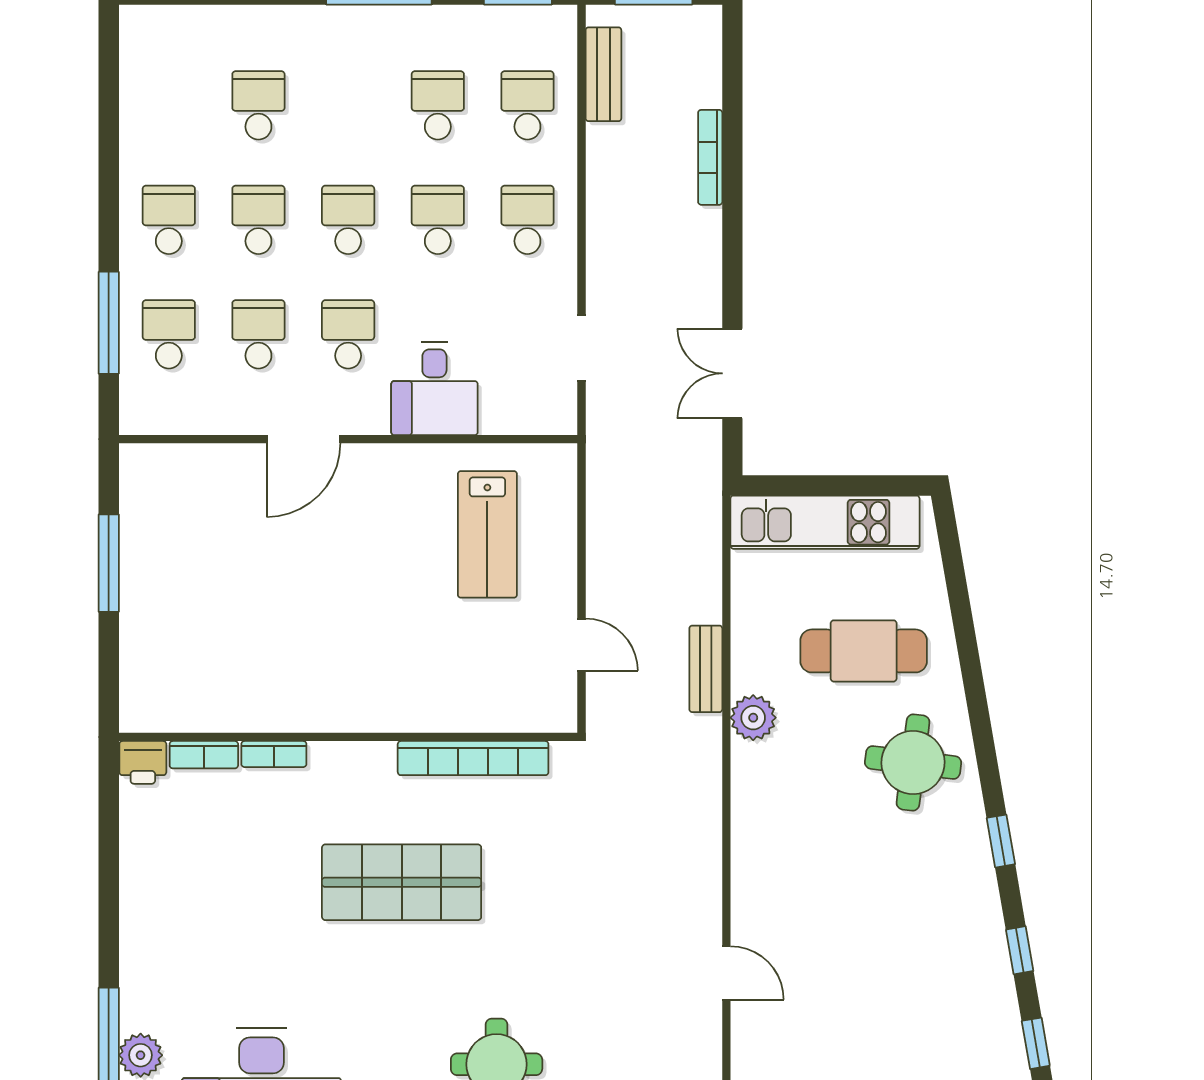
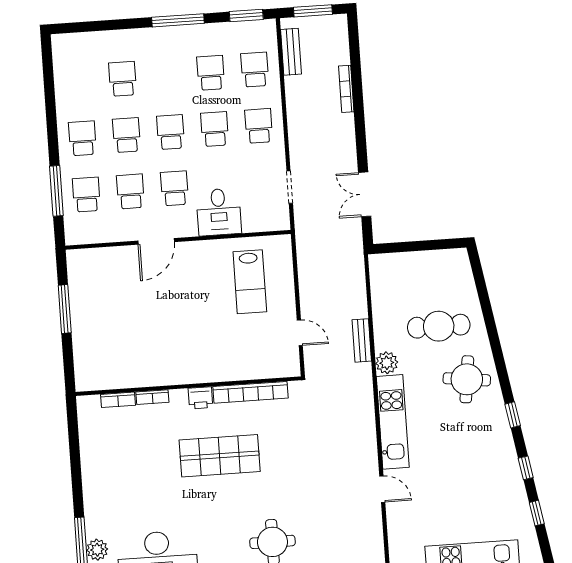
kitchen unit: (825, 522) -> (393, 422), moved, turned -90
printer: (143, 762) -> (200, 398), moved

